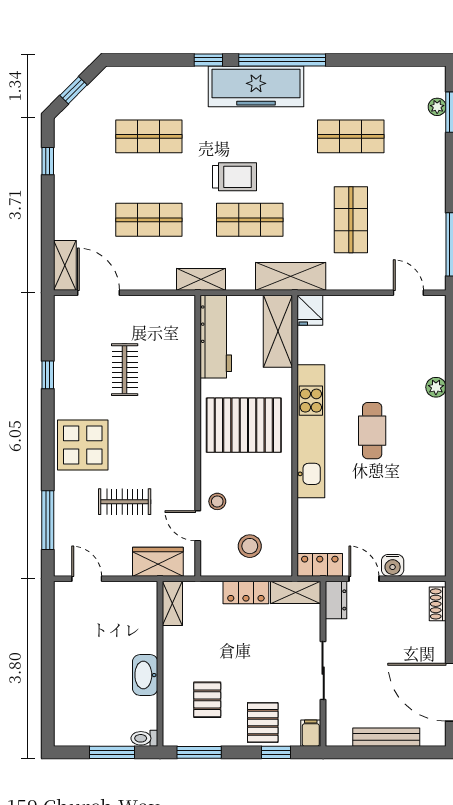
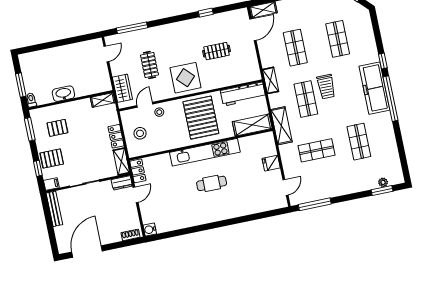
fridge: (310, 310) -> (271, 163), moved
plant: (436, 387) -> (240, 211), removed
display table: (83, 445) -> (185, 78), moved
water cooler: (393, 565) -> (150, 229), moved
bench: (386, 737) -> (54, 209), moved

